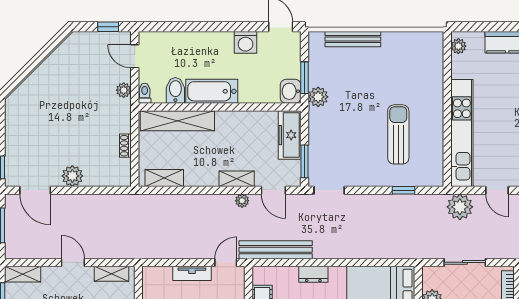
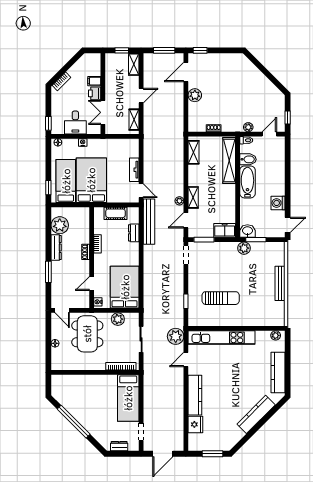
bench: (353, 39) -> (280, 283), moved
freezer: (290, 135) -> (225, 230), width x0.71
dresser: (313, 274) -> (134, 233), moved

